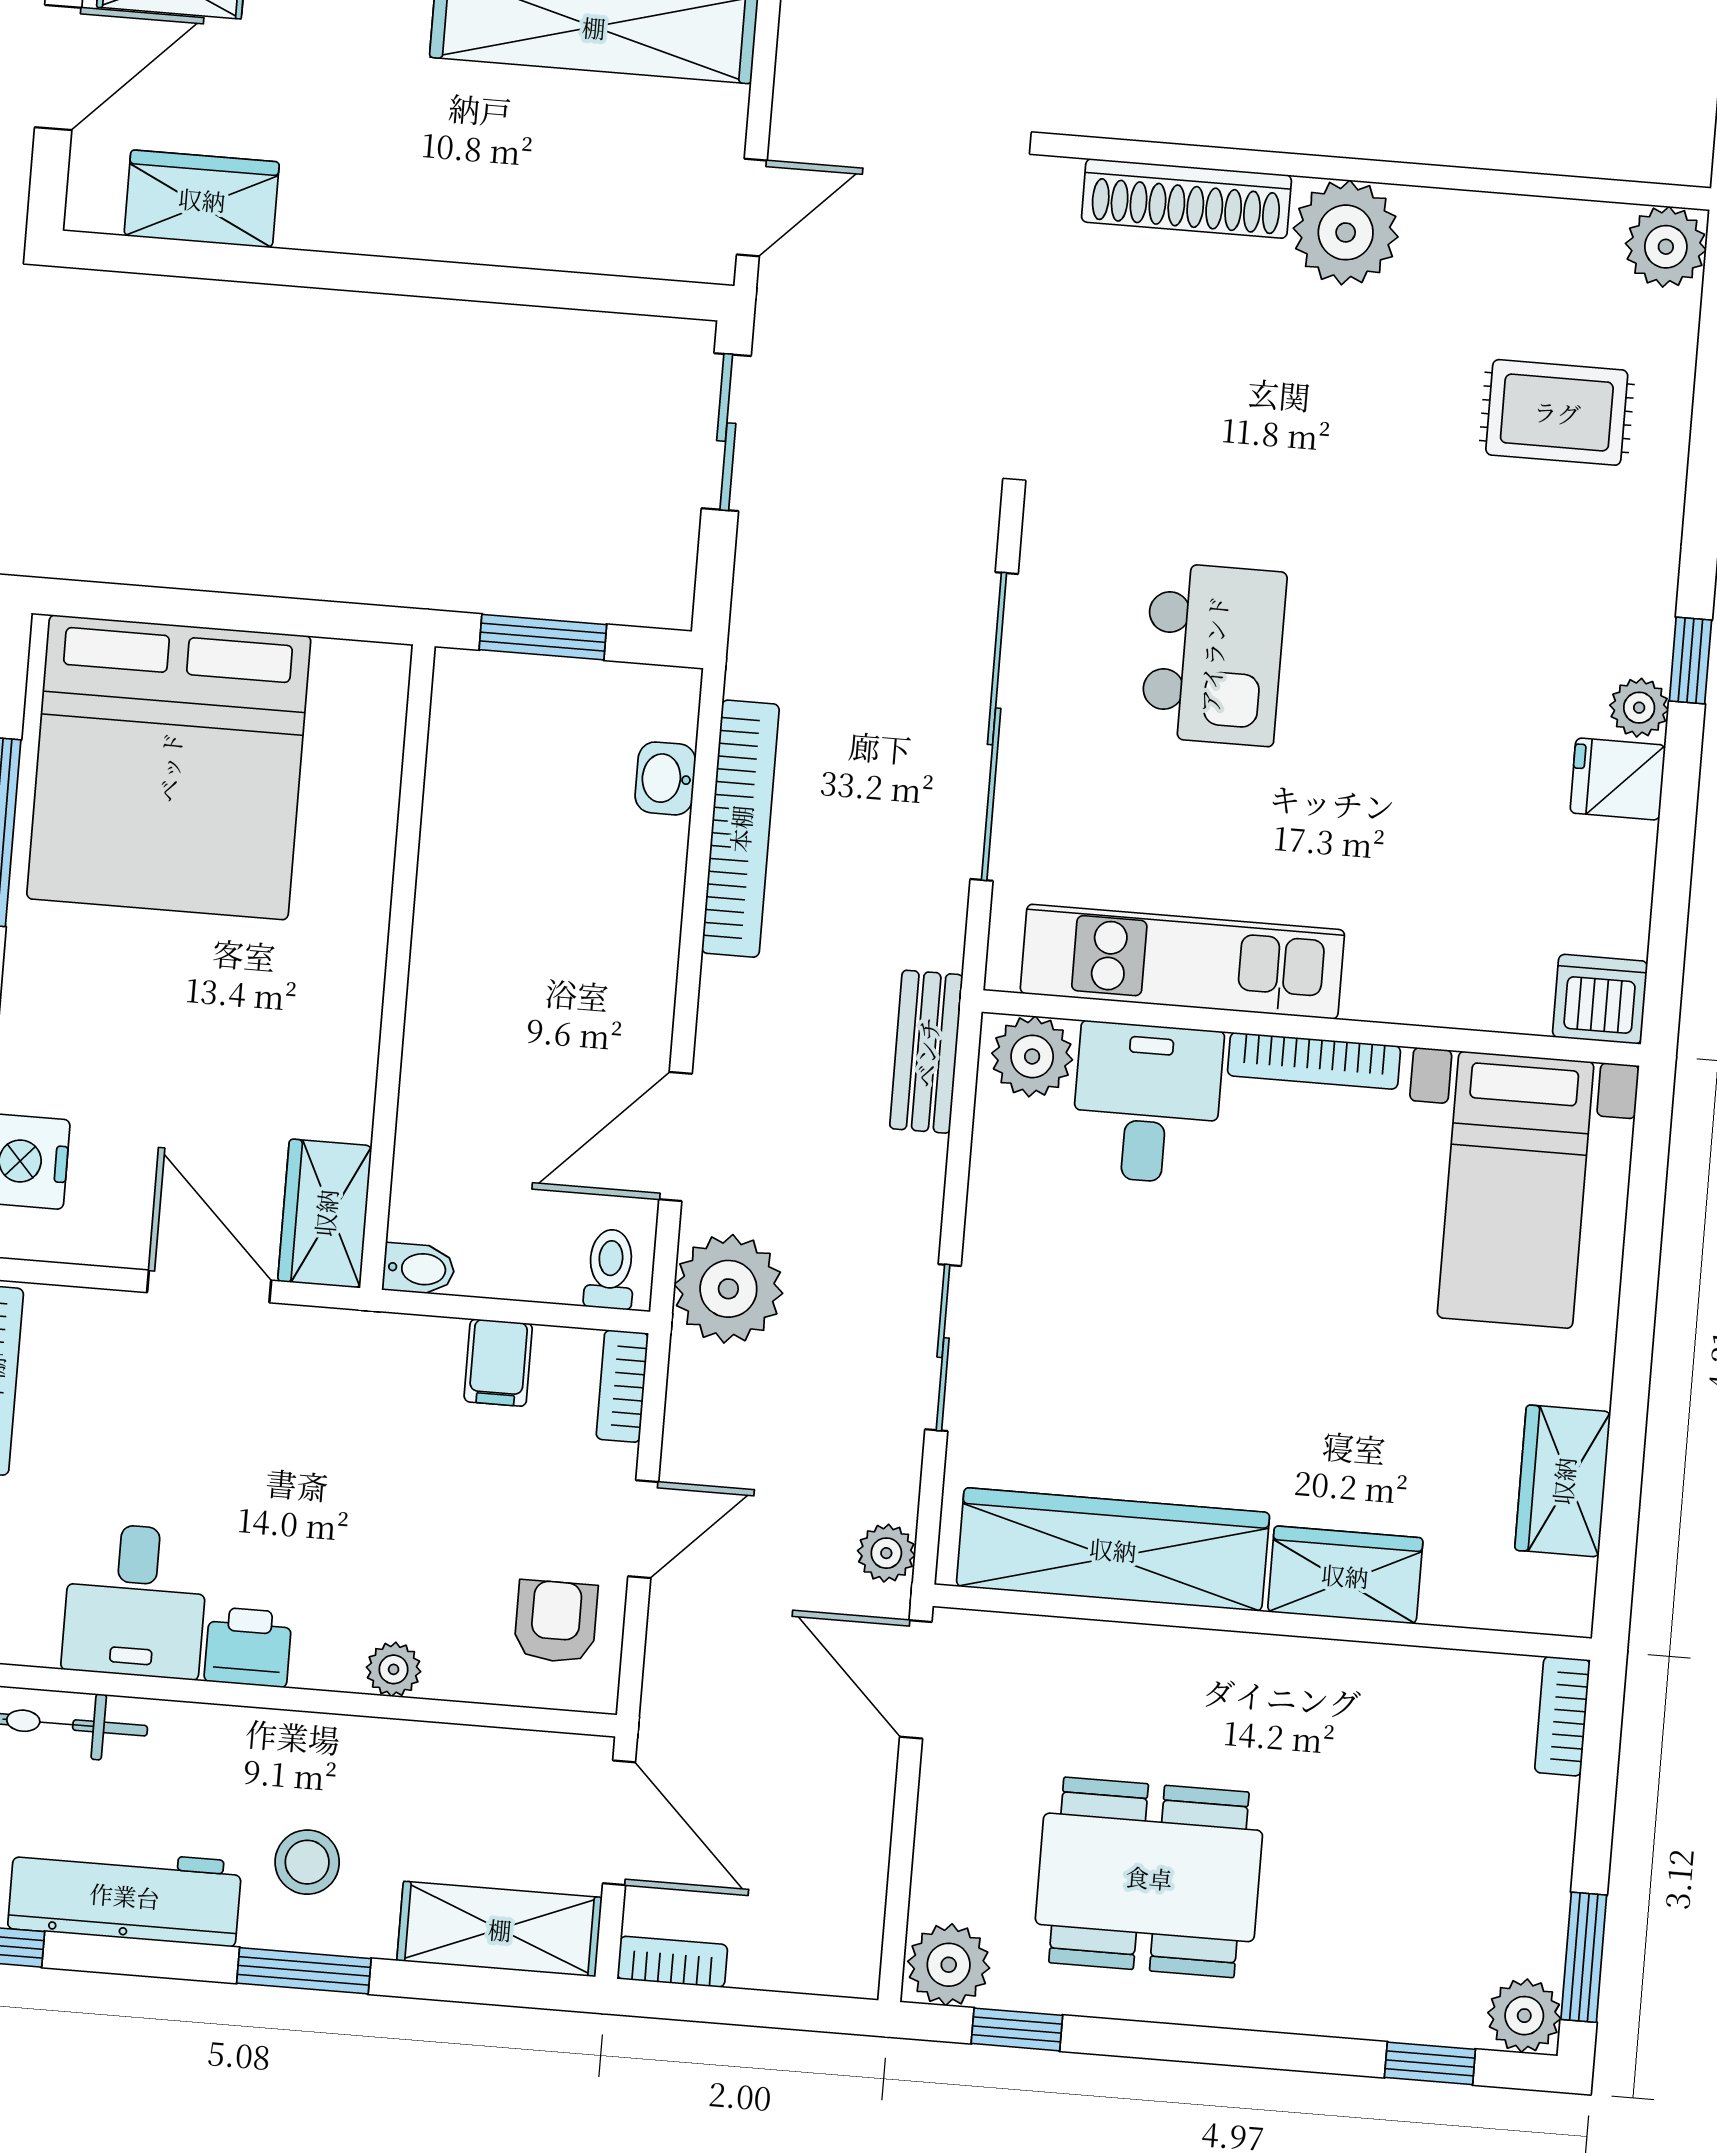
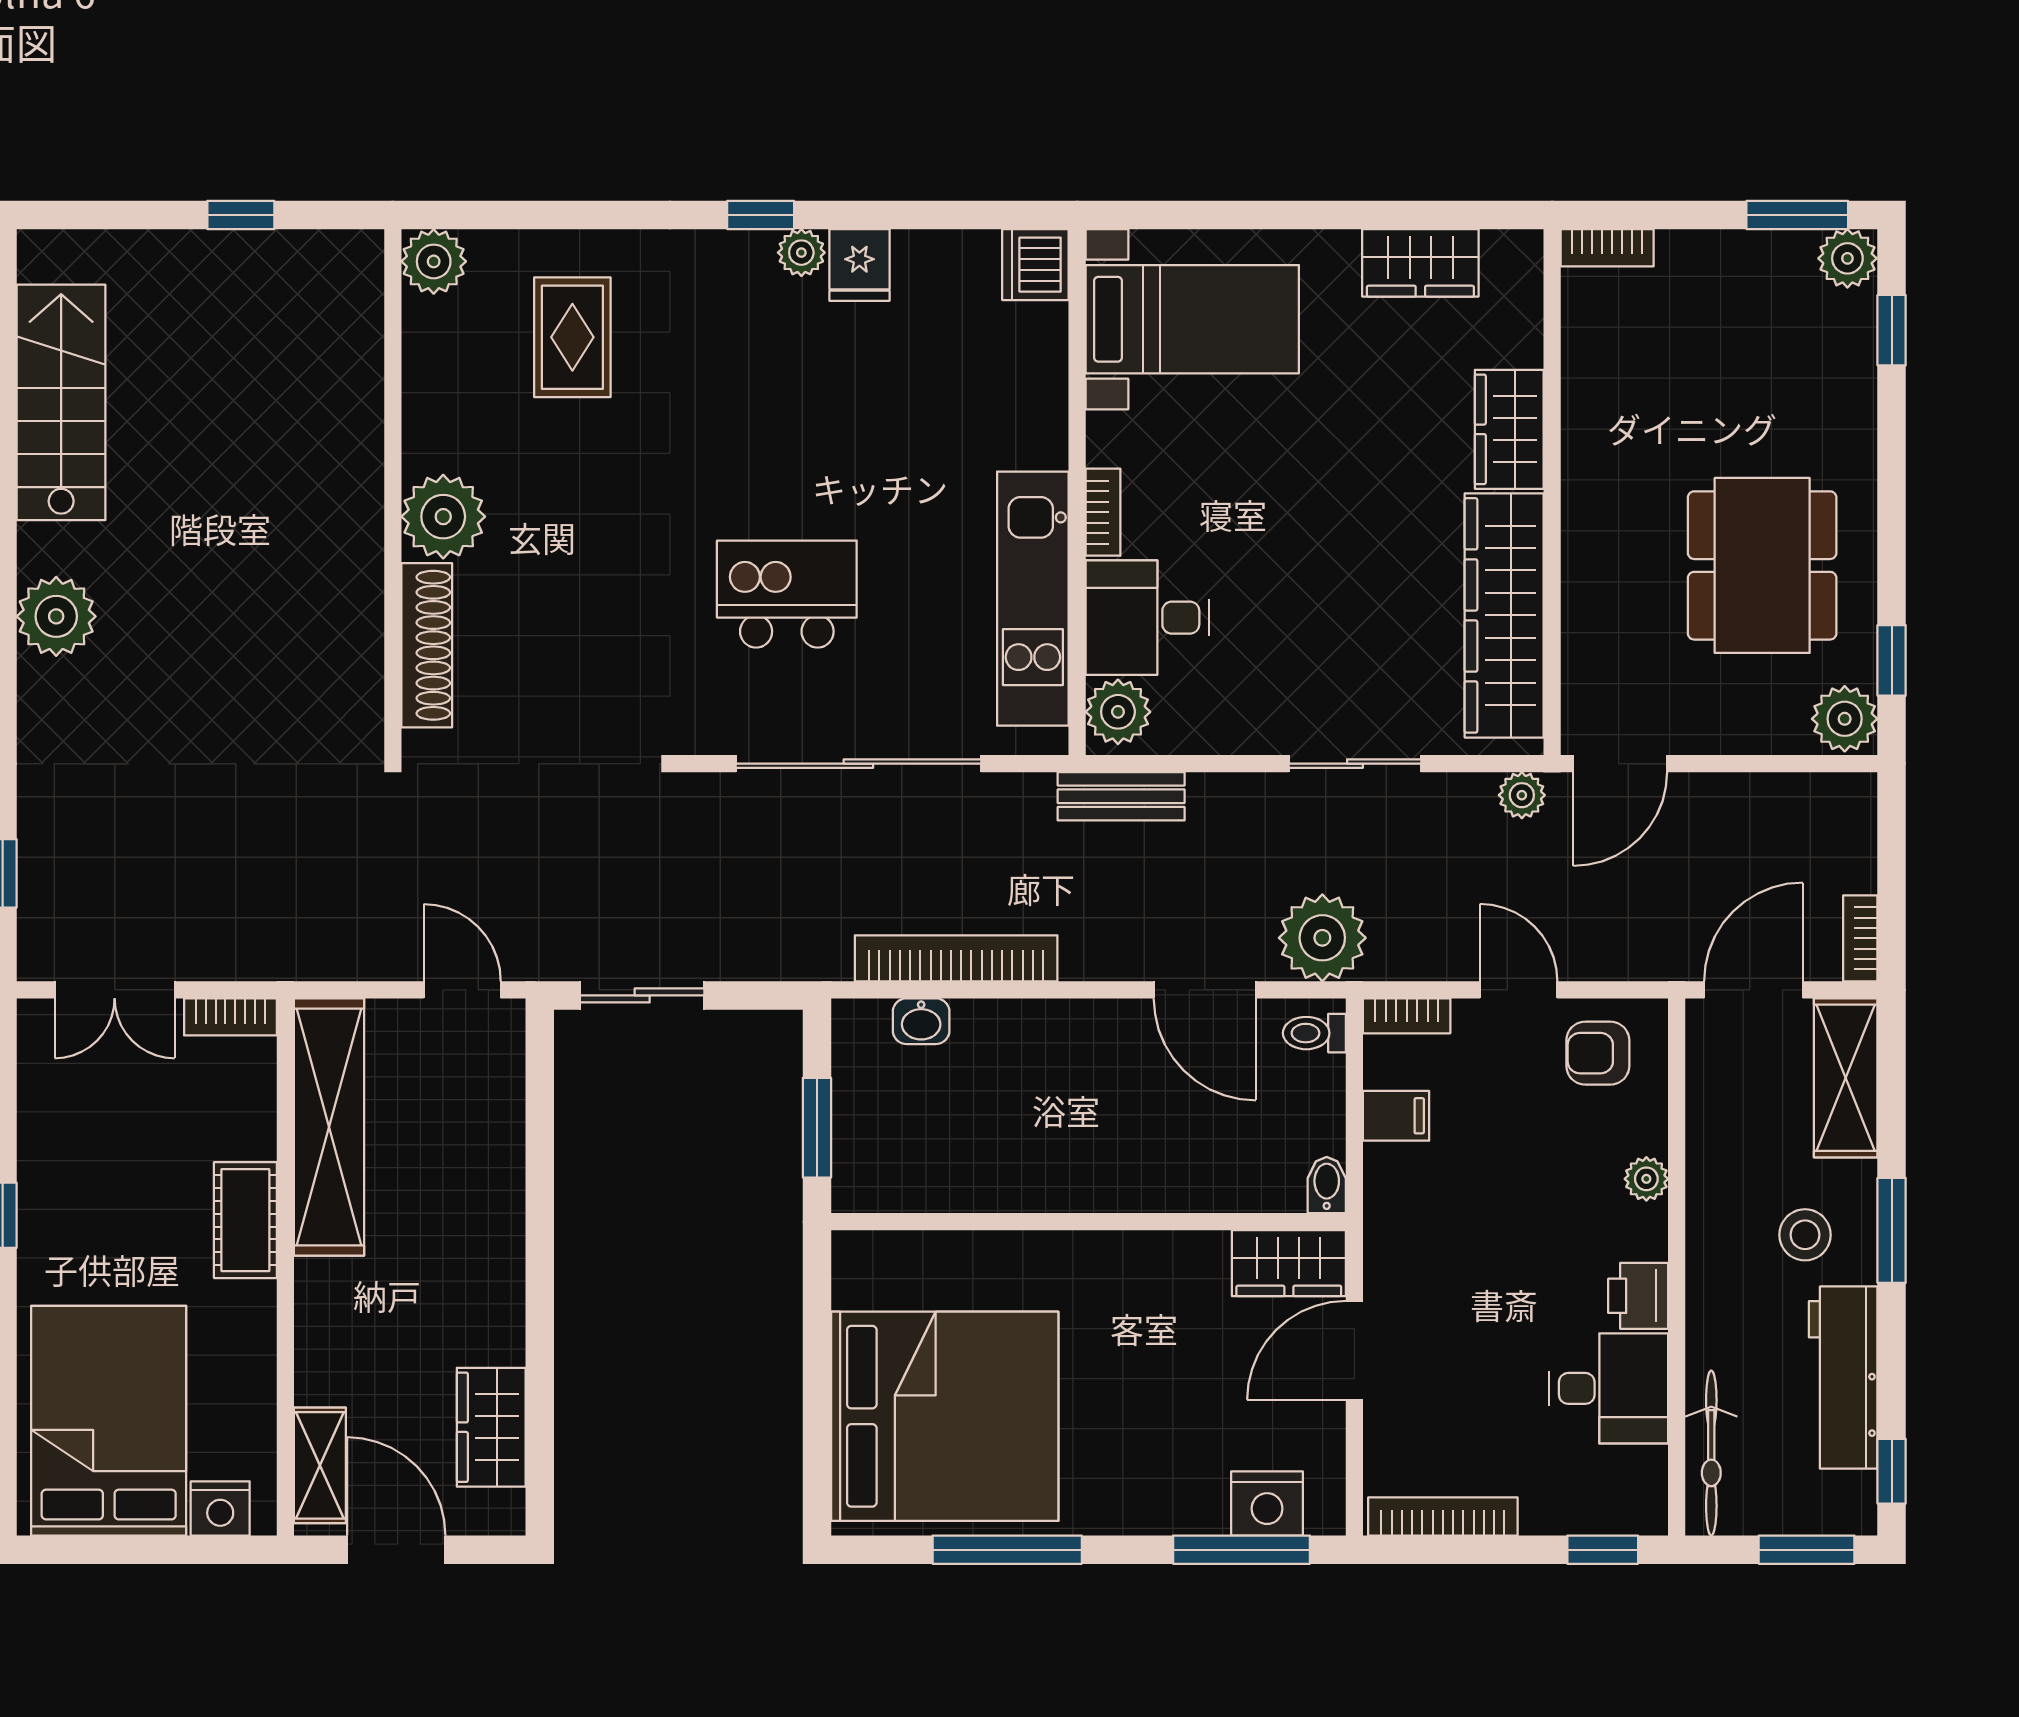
bookcase: (1314, 1061) -> (1103, 512), width x0.64

